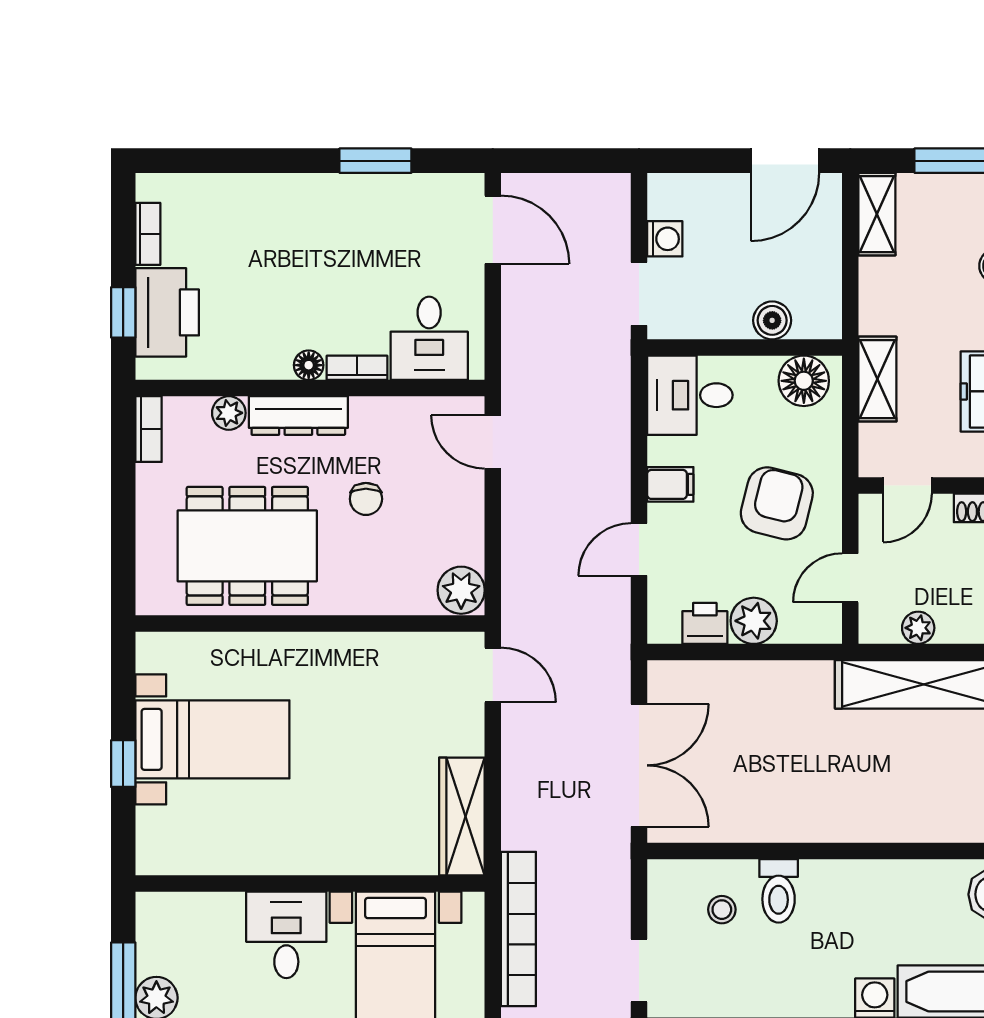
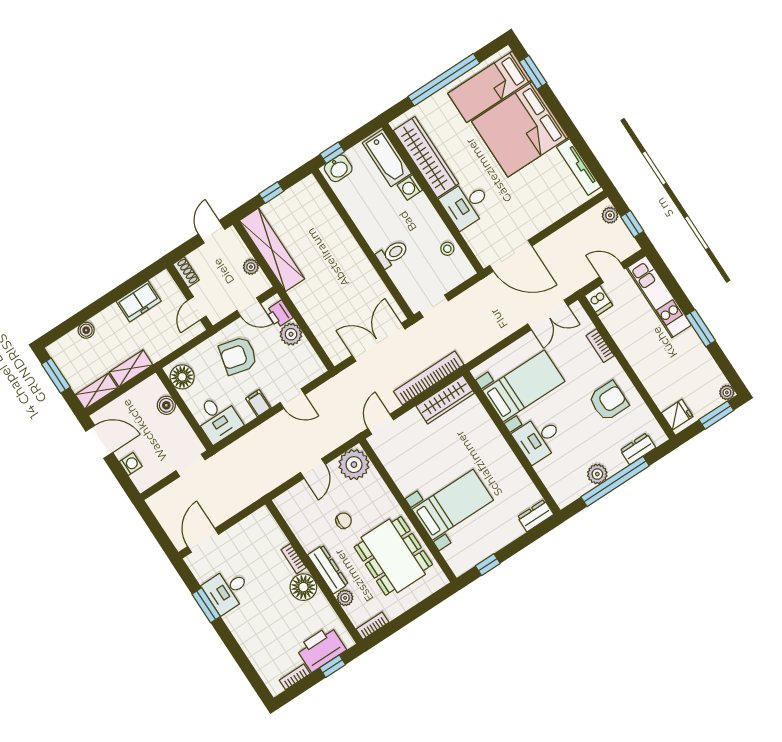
washing machine: (665, 239) -> (131, 464), moved, turned 90
desk: (429, 338) -> (227, 590), moved, turned 180
floor lamp: (309, 365) -> (303, 587), width x1.89, depth x1.89
shelving: (877, 379) -> (131, 368), moved
door: (493, 442) -> (313, 468), moved
door: (907, 486) -> (197, 308), swing flipped
plant: (461, 590) -> (354, 465), width x1.36, depth x1.36
printer: (705, 623) -> (279, 314), moved
bed with nightstands: (212, 739) -> (453, 505), moved, turned 90
window: (123, 764) -> (488, 565), moved
dresser: (154, 842) -> (535, 516), added
stool: (722, 910) -> (447, 249), moved
bookcase: (518, 929) -> (429, 378), moved
doorway: (639, 971) -> (434, 306), moved

